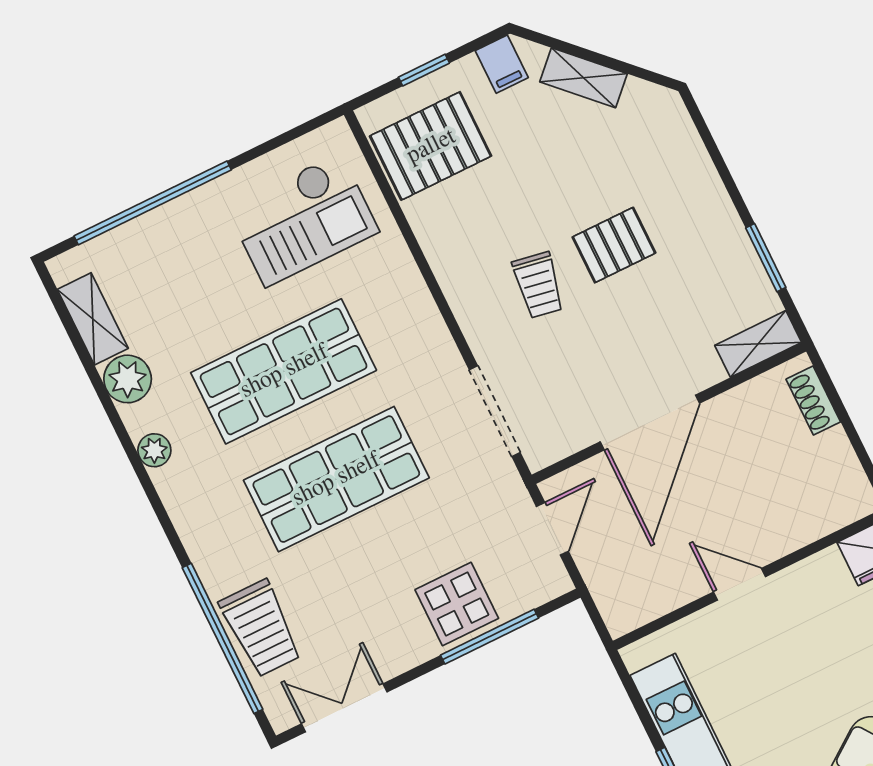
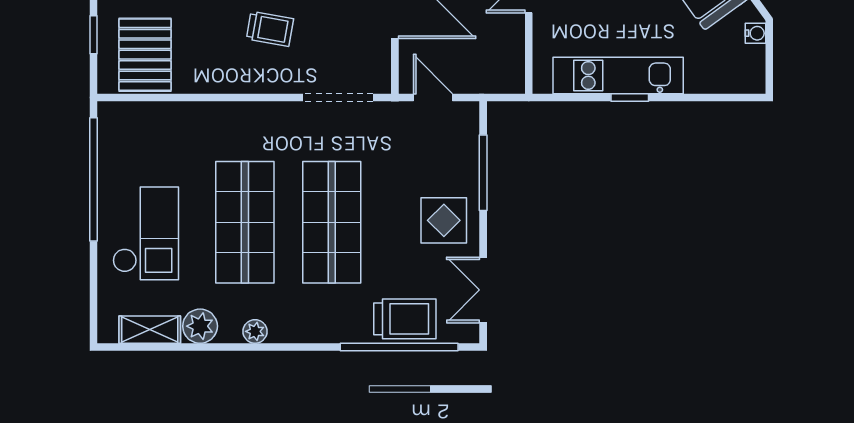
window: (153, 203) -> (94, 179), moved
checkout: (303, 220) -> (146, 233), moved
display table: (457, 604) -> (444, 220), moved

